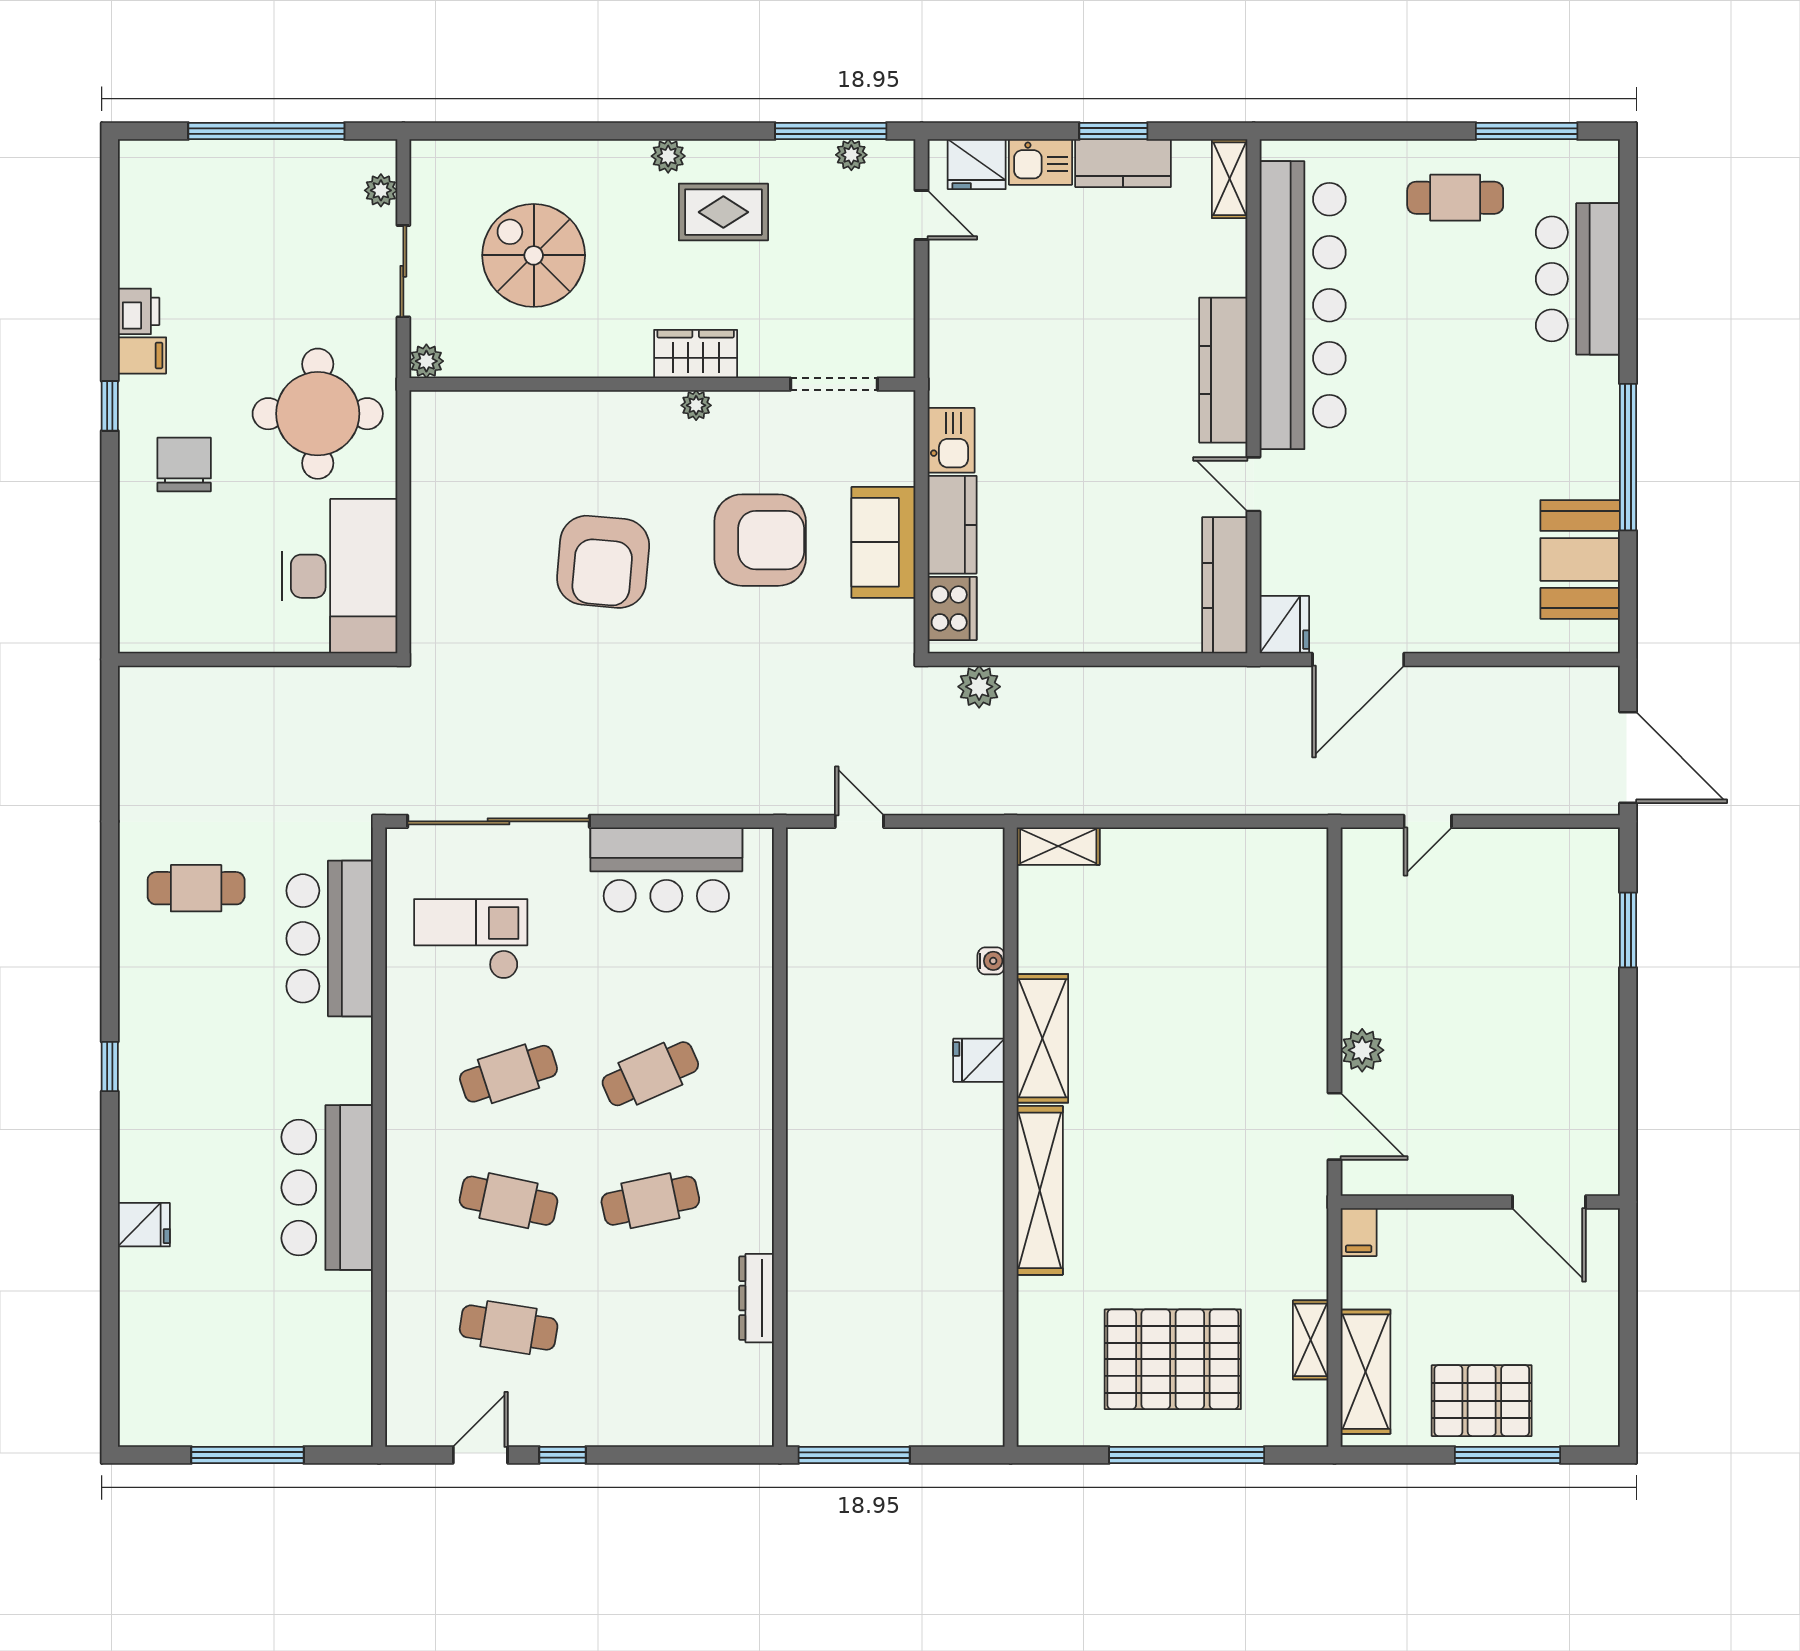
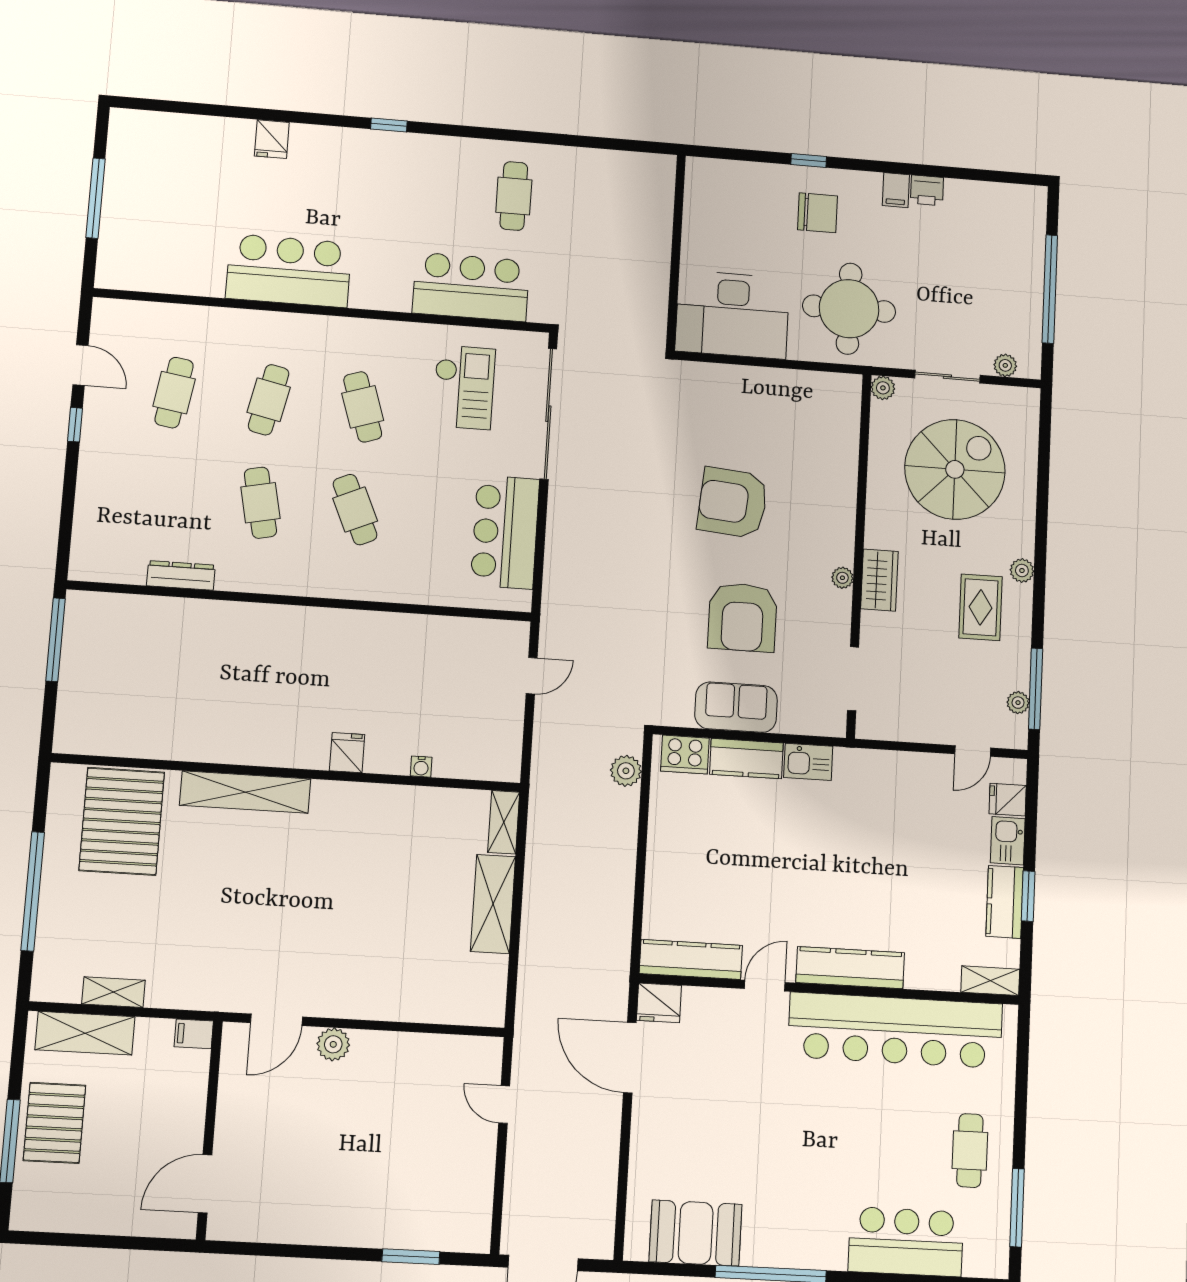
fridge: (977, 164) -> (1008, 800), width x0.72
spiral stairs: (534, 255) -> (955, 469), width x1.37, depth x1.37
window: (110, 406) -> (809, 160), moved
shelving: (1042, 1038) -> (493, 904), moved, turned 90
pallet: (1173, 1359) -> (122, 821), moved

